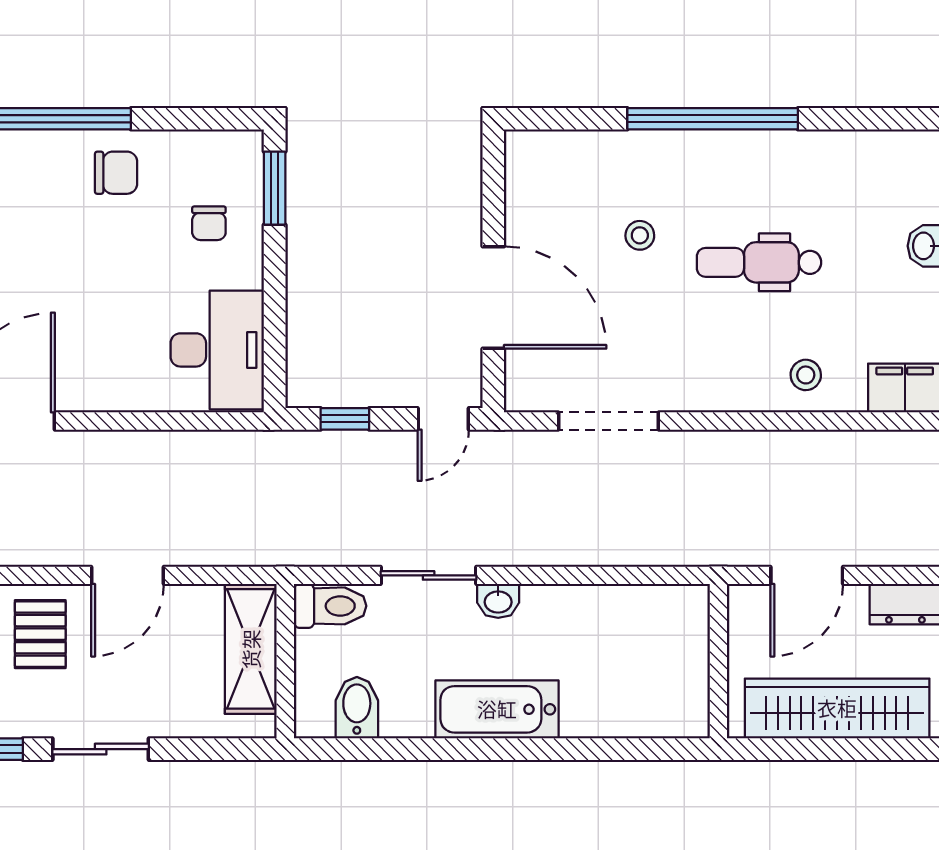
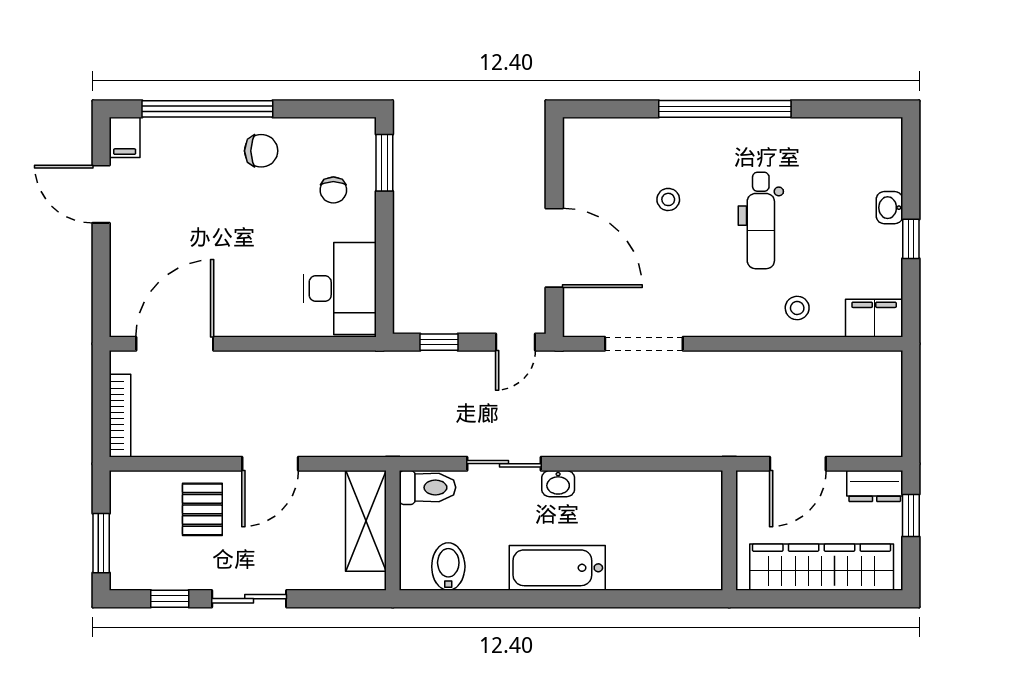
dental chair: (759, 262) -> (761, 220), turned -90

